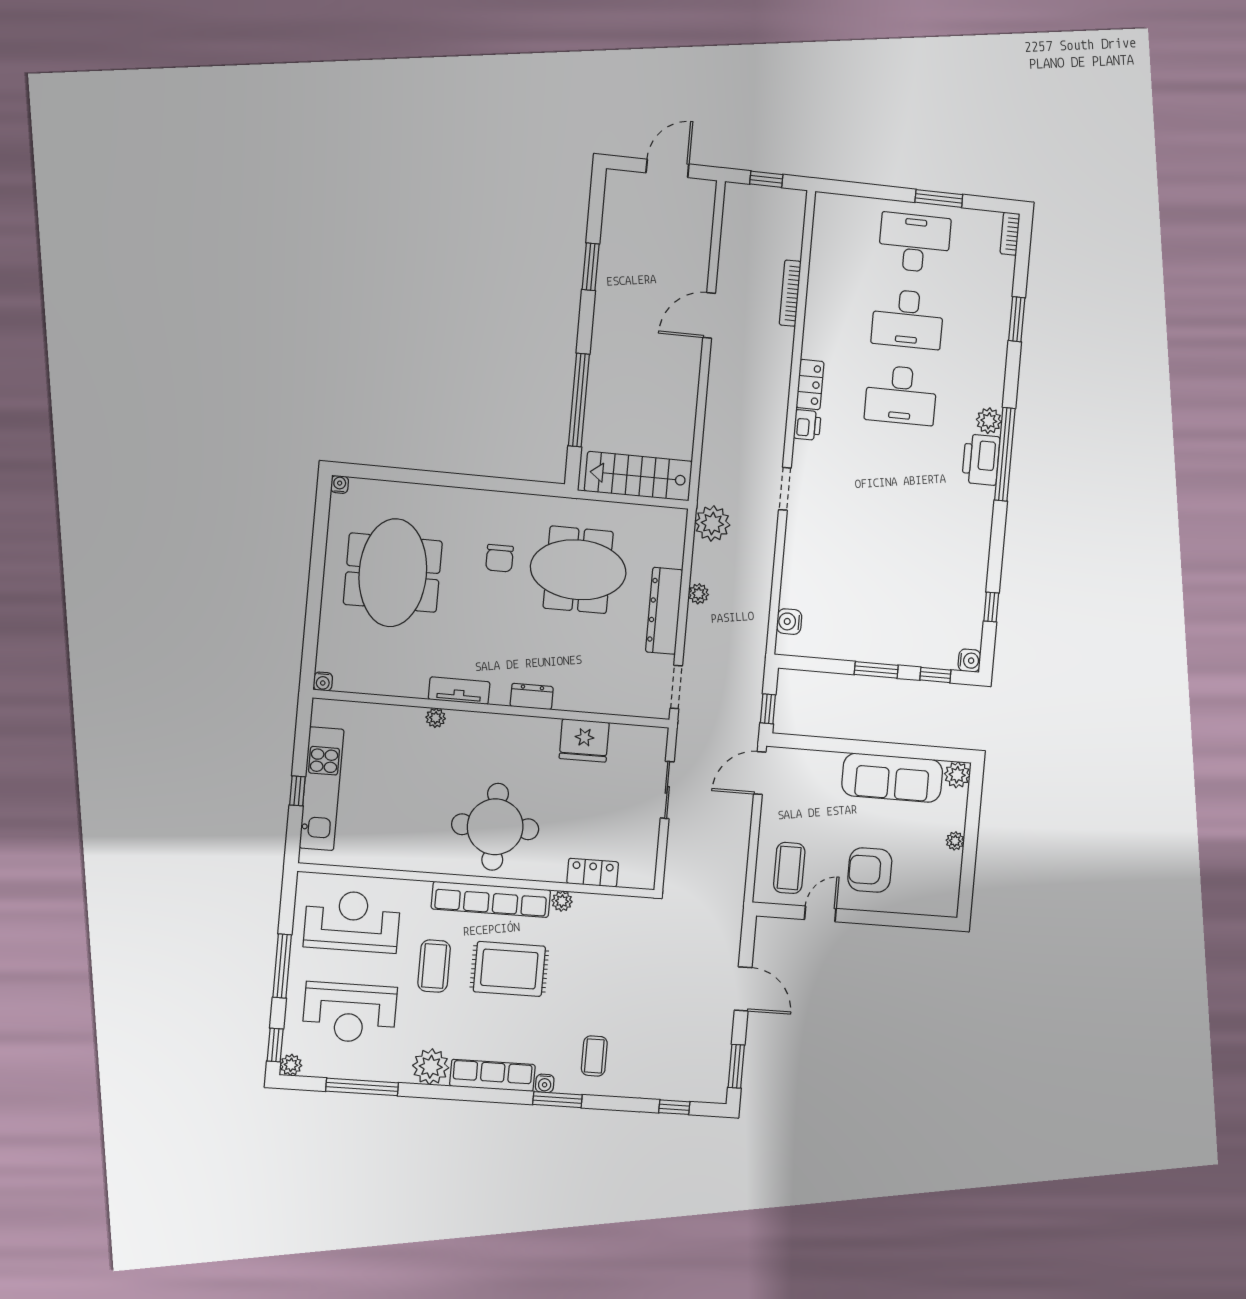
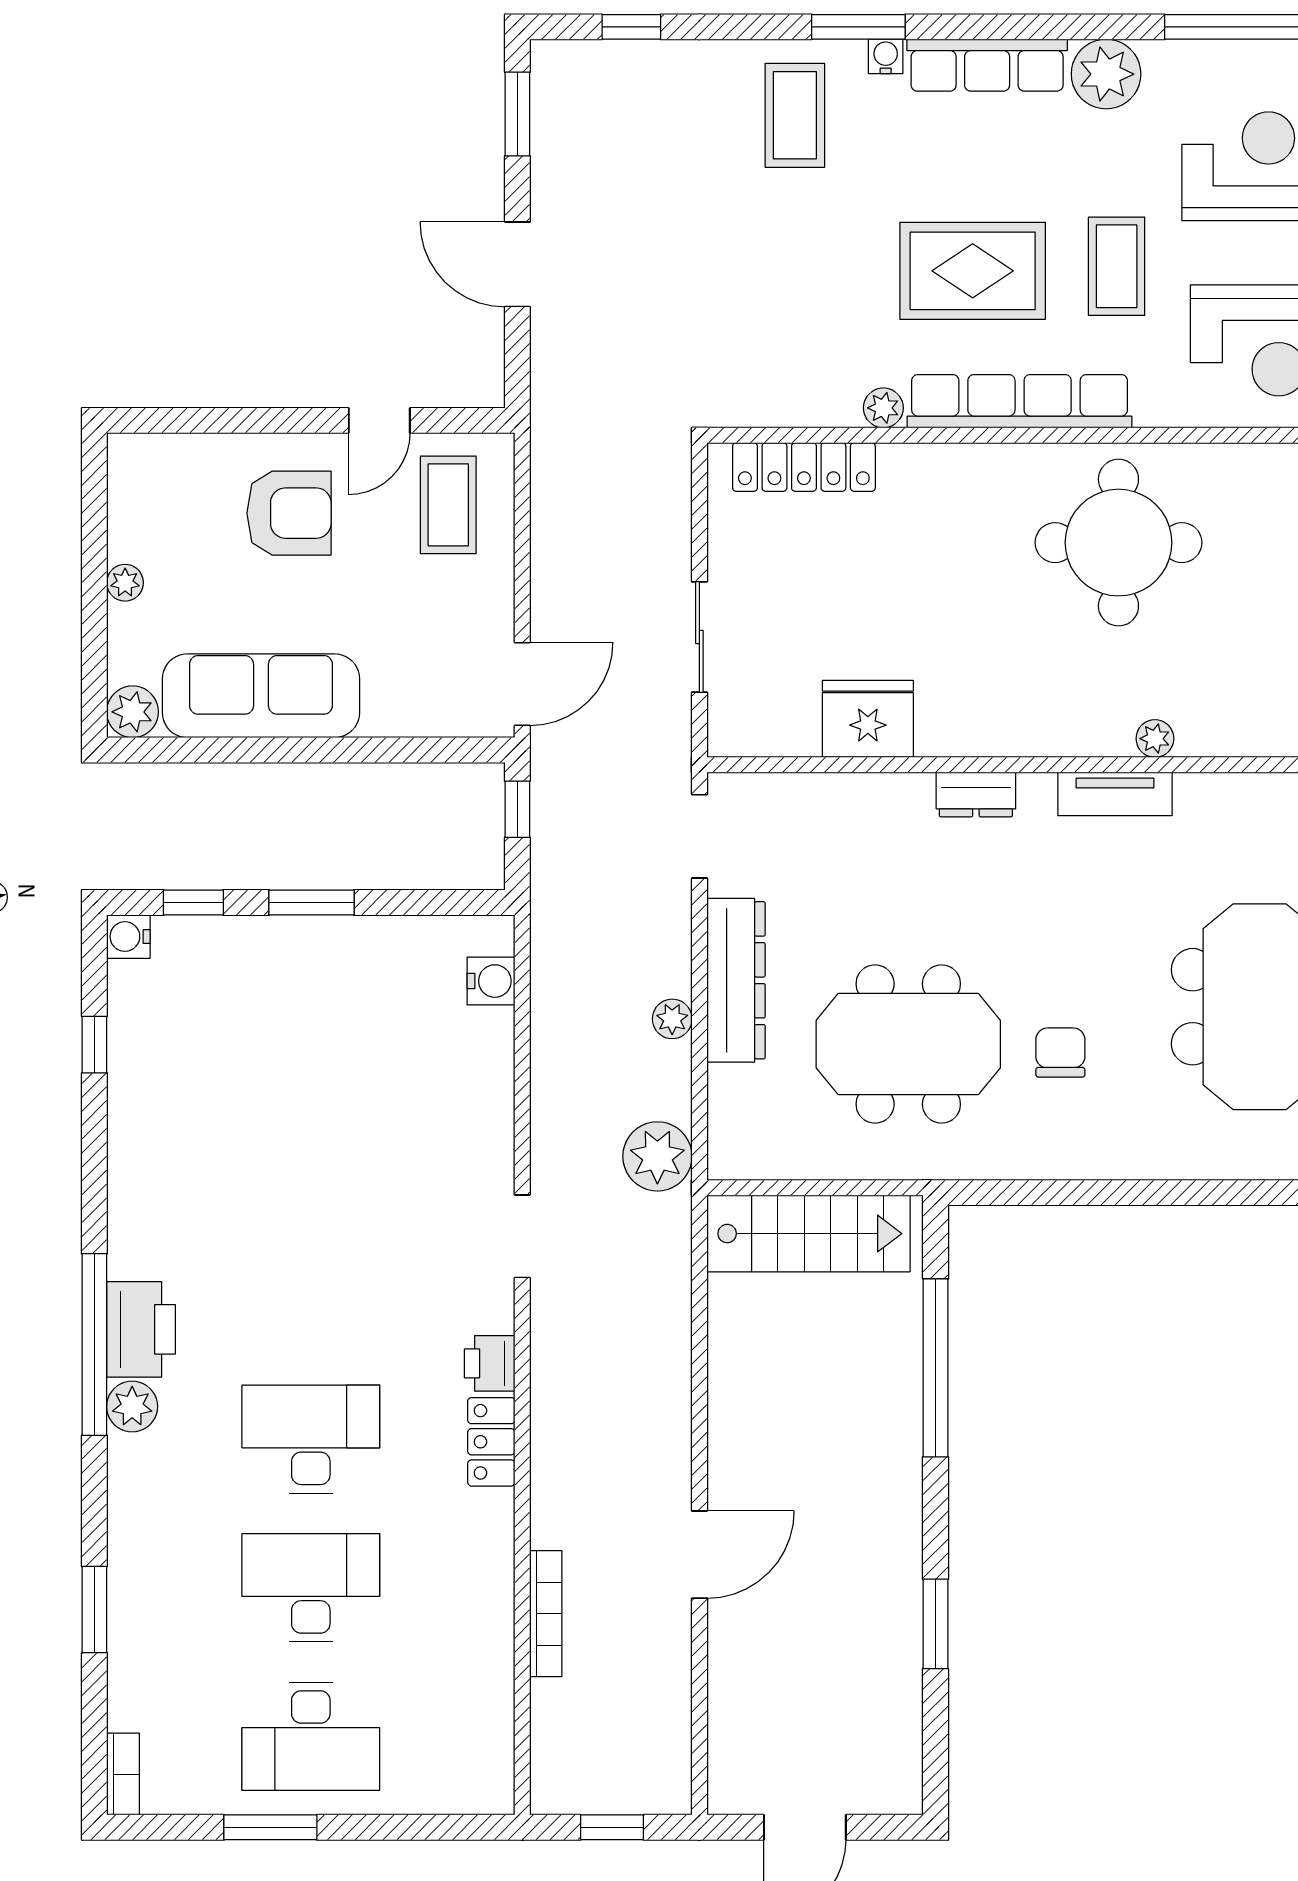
round table: (495, 827) -> (1118, 543), moved
locker: (593, 873) -> (804, 467), width x1.53
coffee table: (594, 1056) -> (795, 115), width x1.36, depth x1.30

